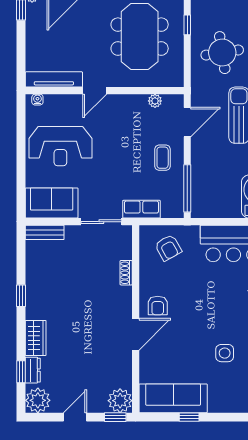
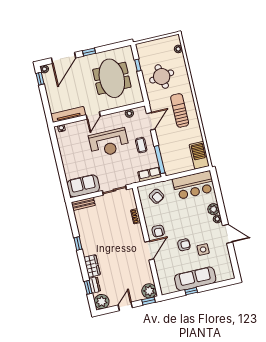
reception desk: (60, 146) -> (109, 143), moved
row of seats: (141, 209) -> (150, 174), moved
armchair: (195, 338) -> (184, 245), added
sofa: (173, 398) -> (195, 279), moved

